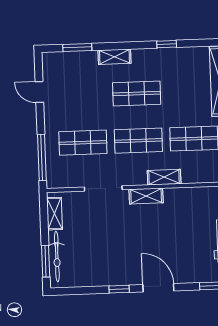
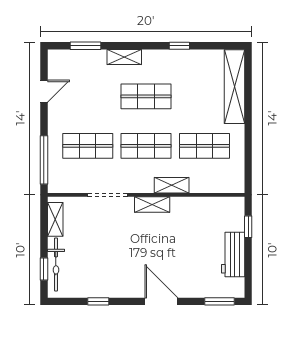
door: (39, 92) -> (44, 91), swing flipped
window: (46, 261) -> (44, 269), width x0.67
window: (119, 289) -> (98, 301), moved

